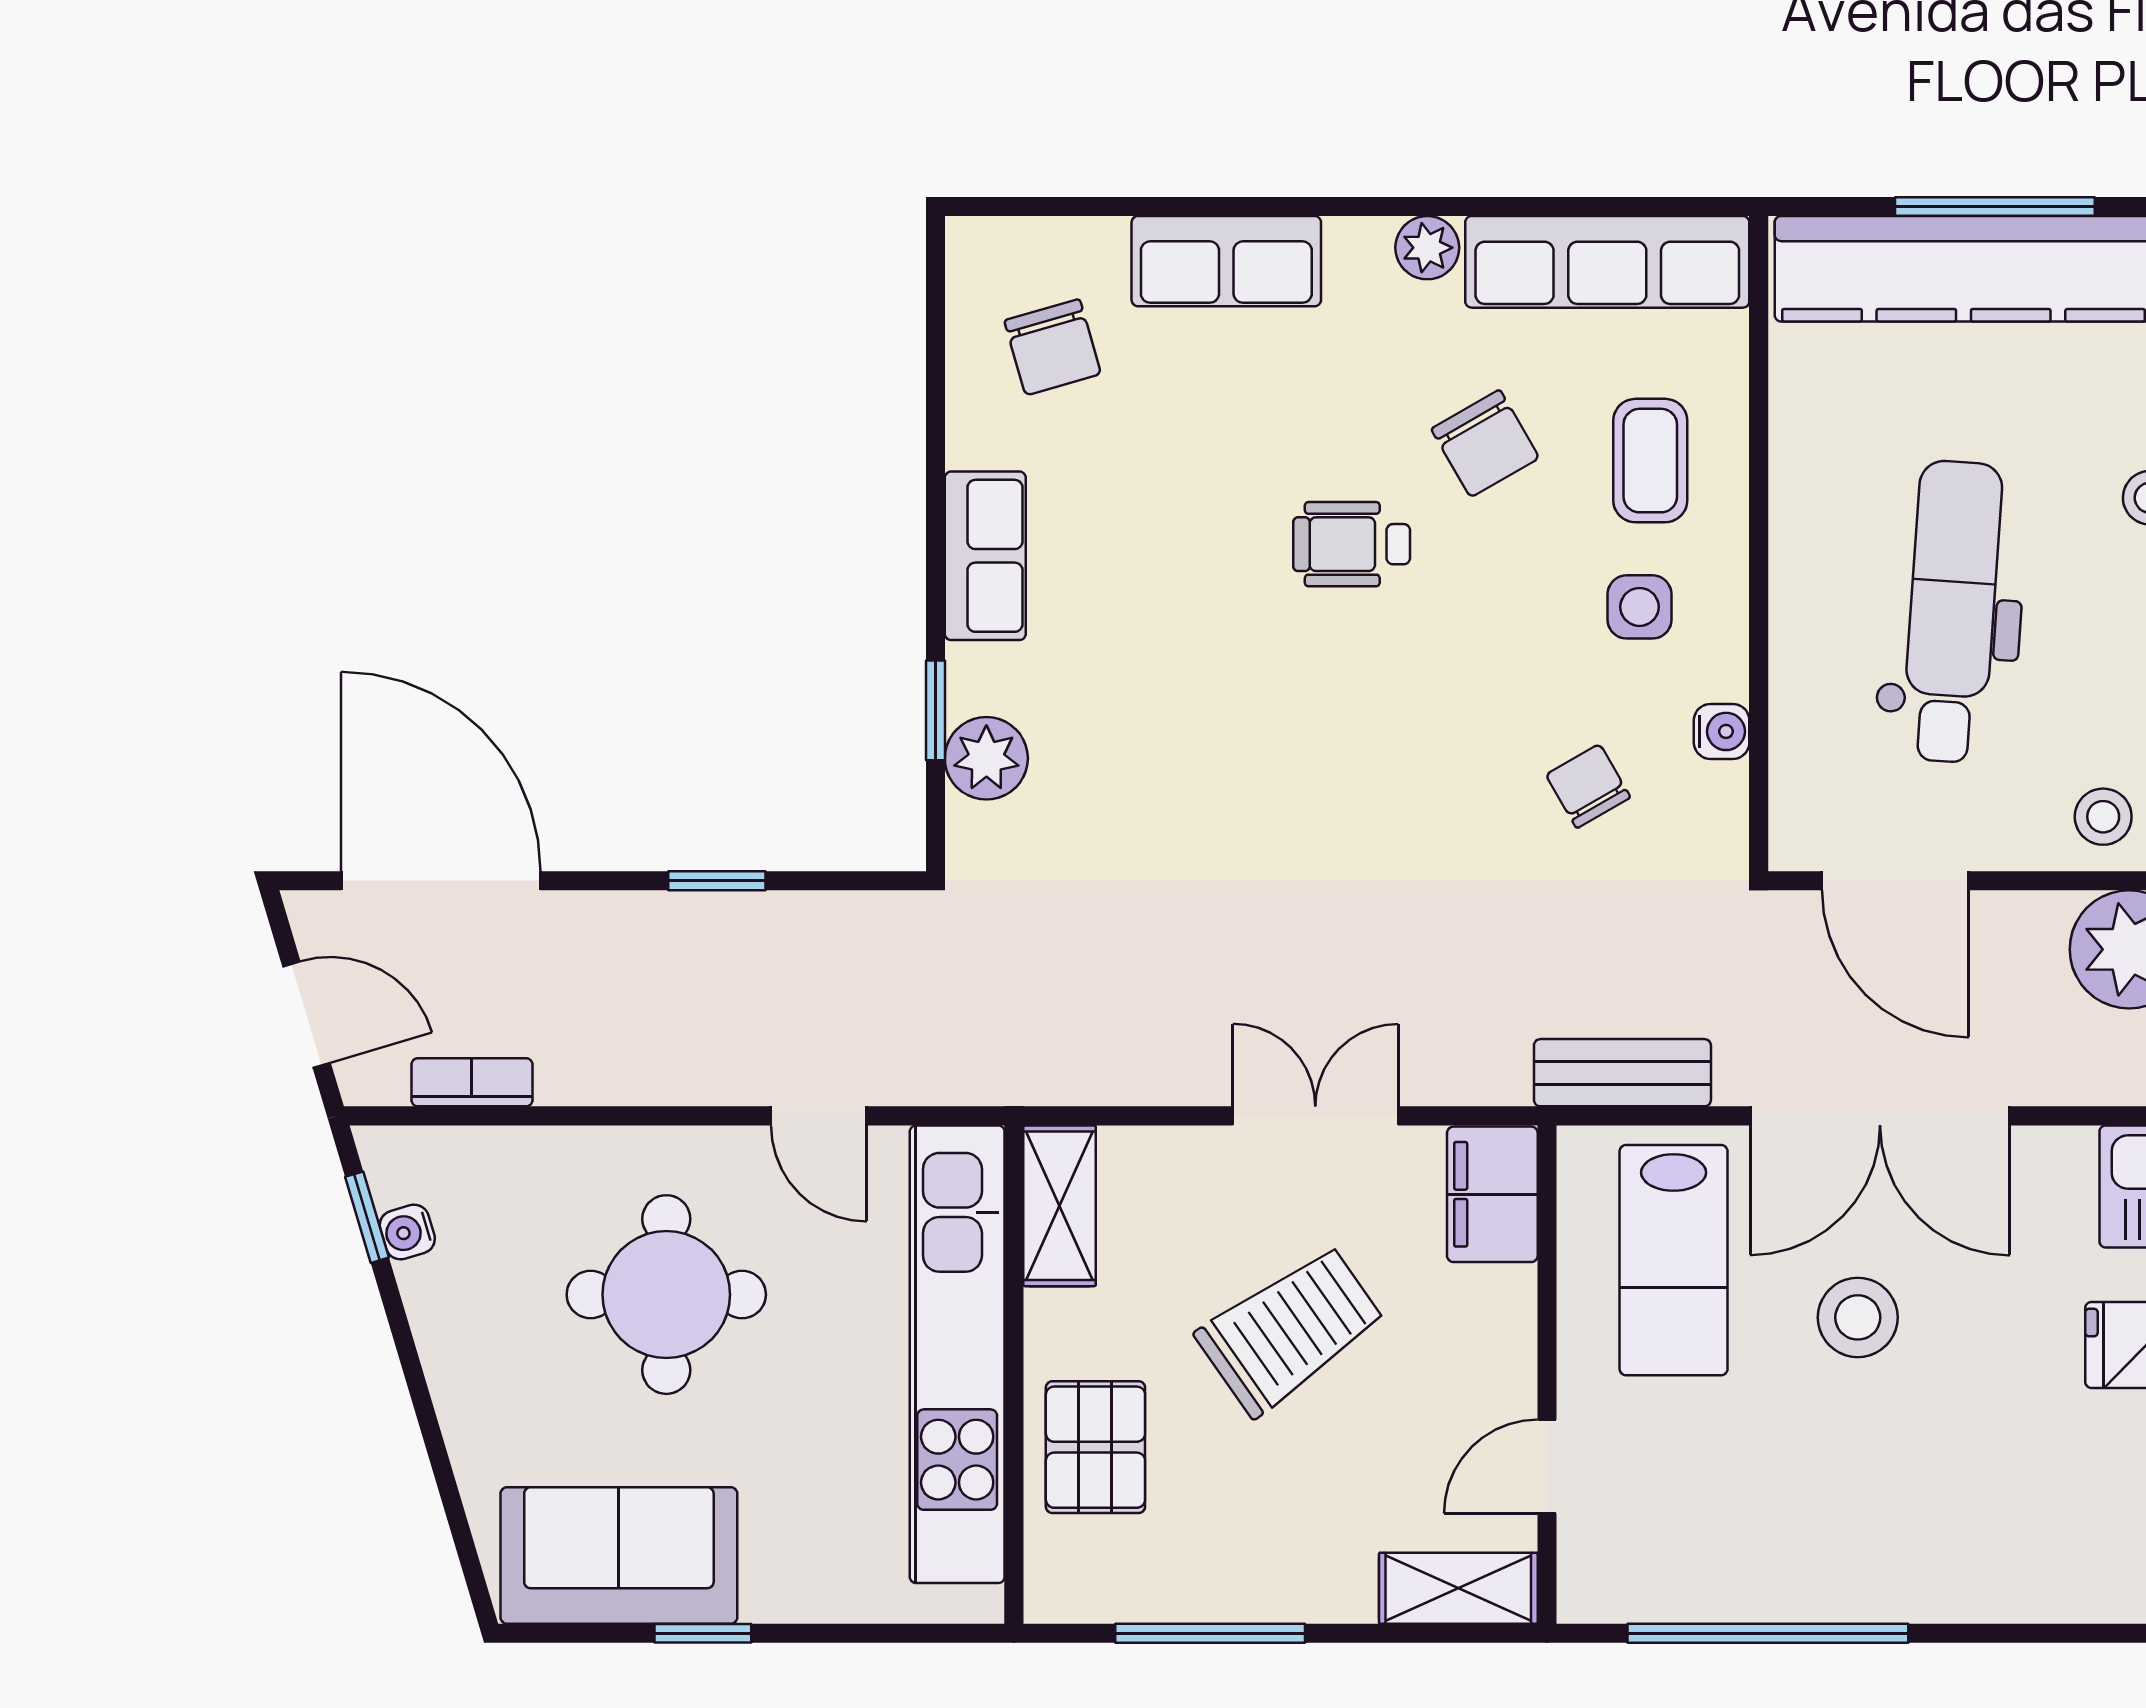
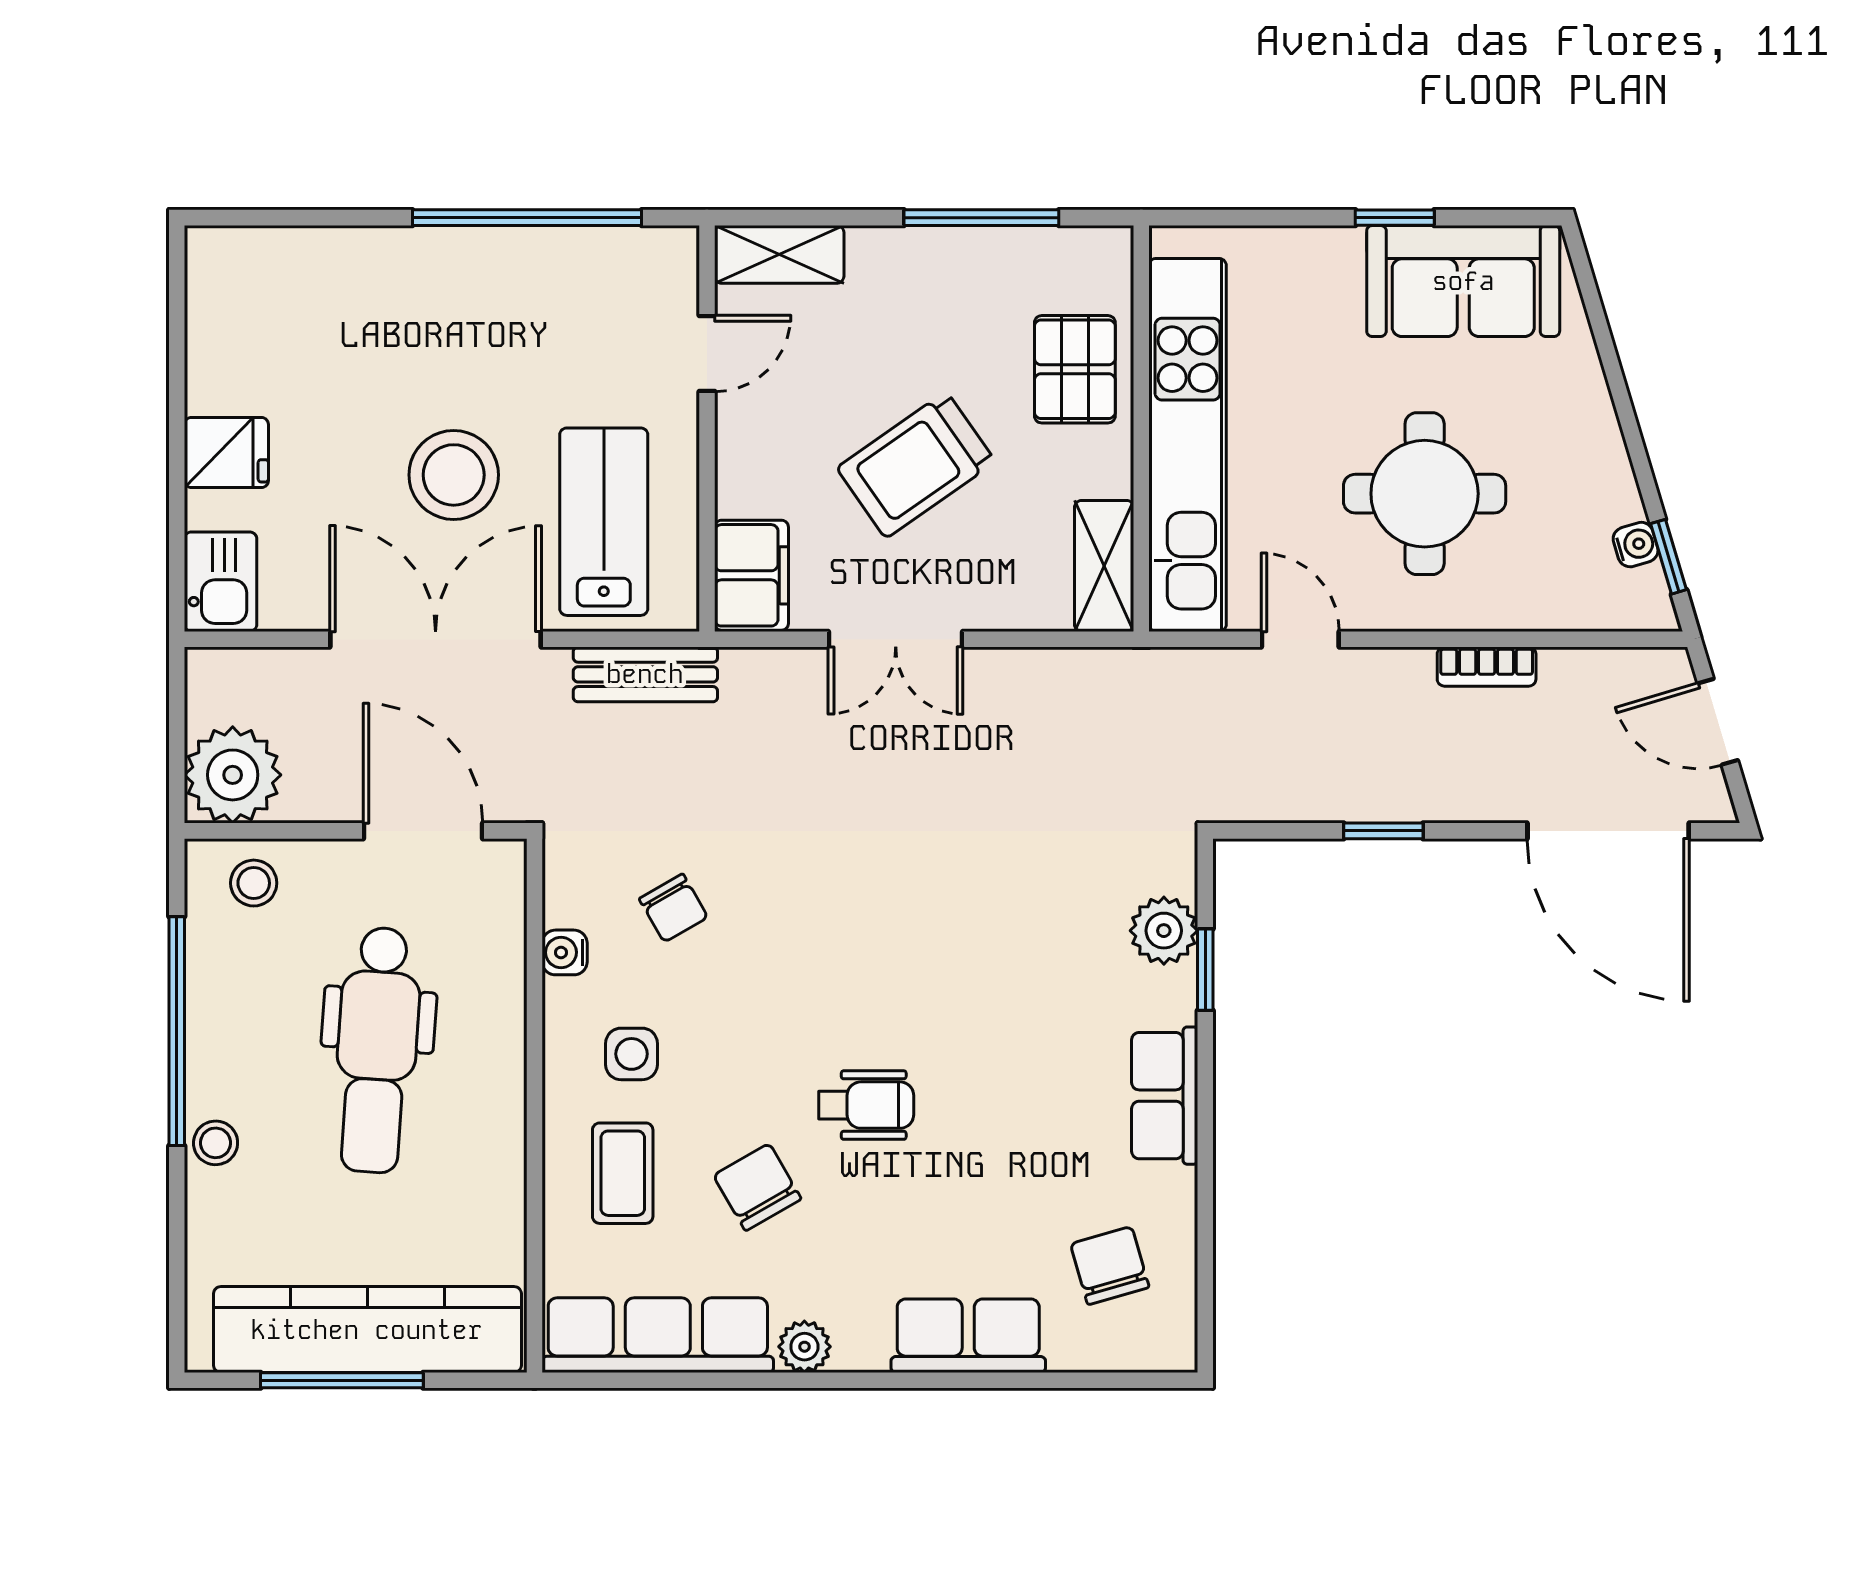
bookcase: (472, 1082) -> (1487, 667), moved
stool: (1858, 1317) -> (454, 475), width x1.38, depth x1.38

